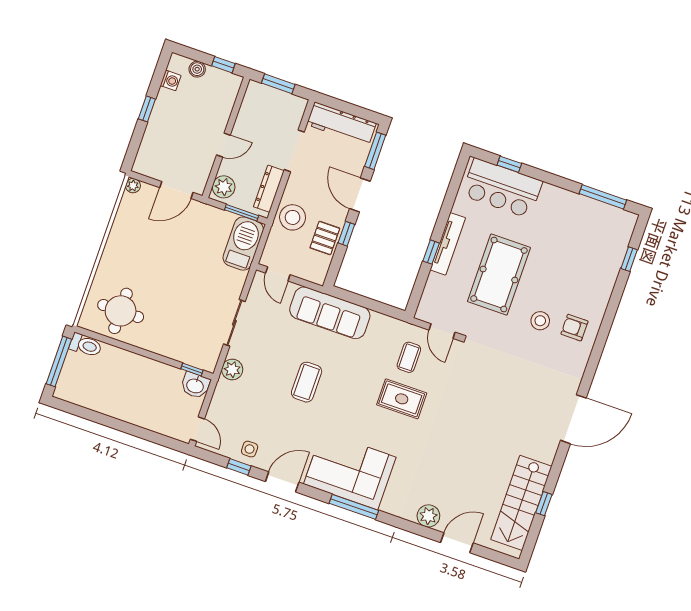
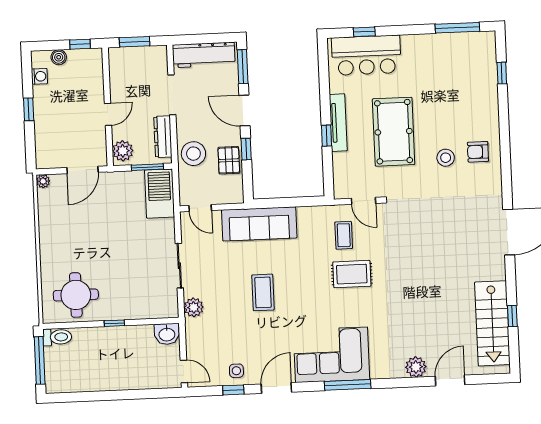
window: (192, 370) -> (114, 323), moved

